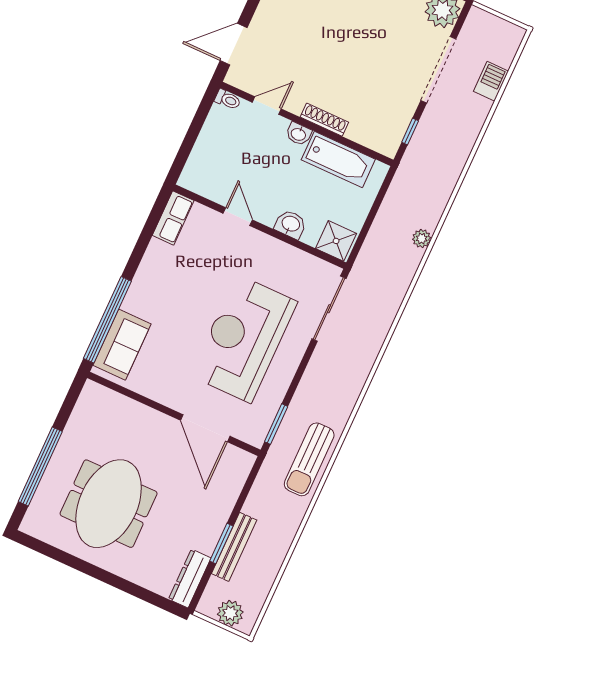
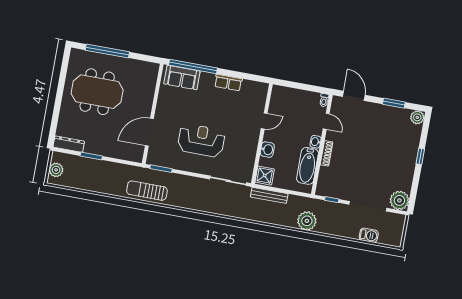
row of seats: (173, 218) -> (228, 83), moved
plant: (422, 239) -> (307, 221), moved, width x1.88, depth x1.88
reception desk: (244, 339) -> (201, 140), width x0.74, depth x0.77
bench: (234, 547) -> (269, 195), moved

